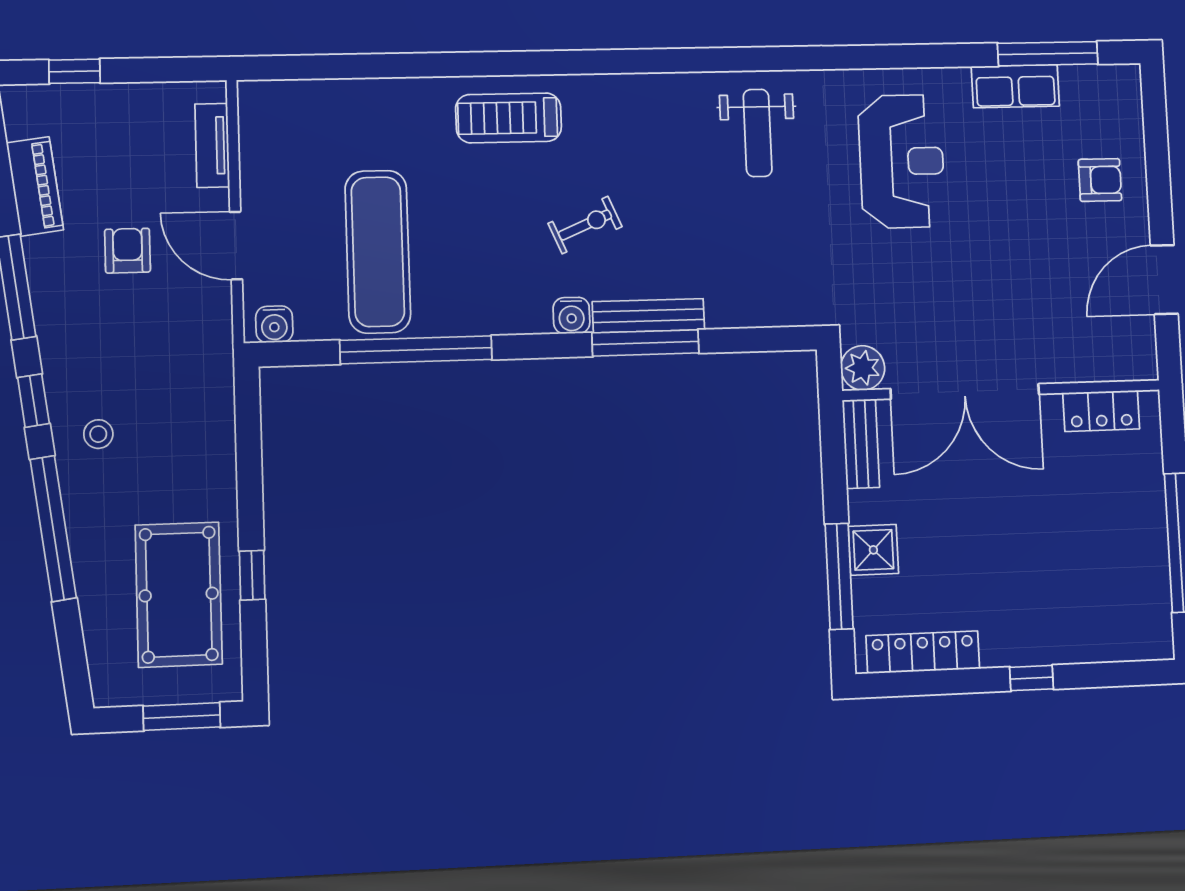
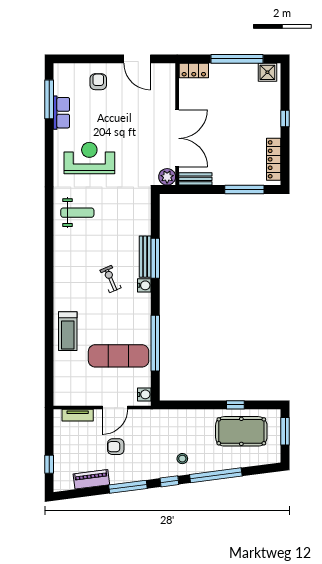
treadmill: (509, 118) -> (68, 331), moved
locker: (1101, 411) -> (194, 71), moved, turned 90
shower: (873, 550) -> (267, 72), moved

